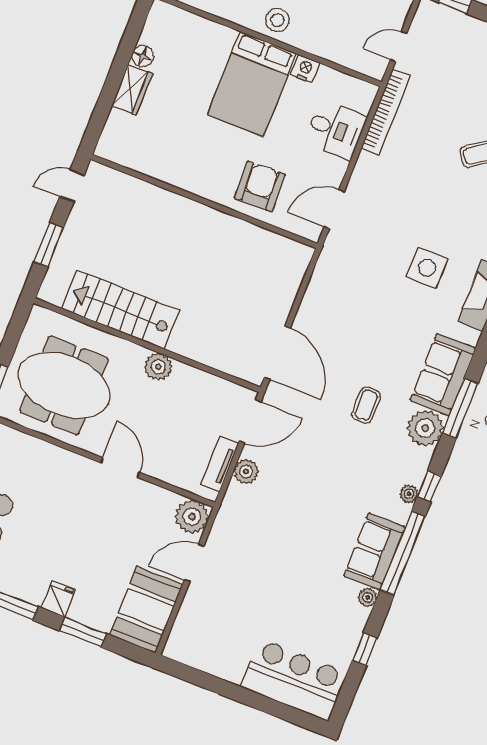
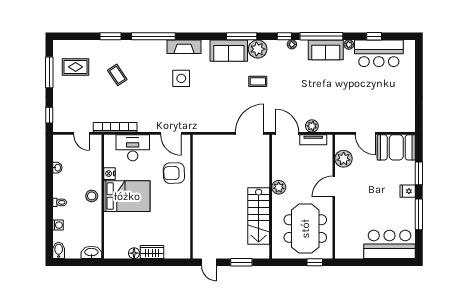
desk: (336, 130) -> (133, 148), width x1.37
plant: (192, 517) -> (344, 159), moved
bar counter: (294, 680) -> (379, 53), moved, turned -90

